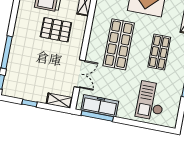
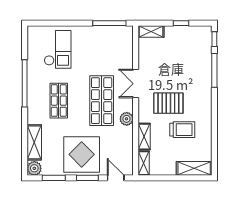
plant: (98, 22) -> (127, 119), added
double door: (80, 74) -> (136, 84), moved
freezer: (100, 106) -> (109, 34), removed

